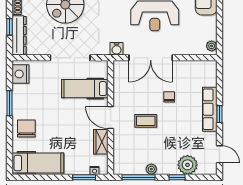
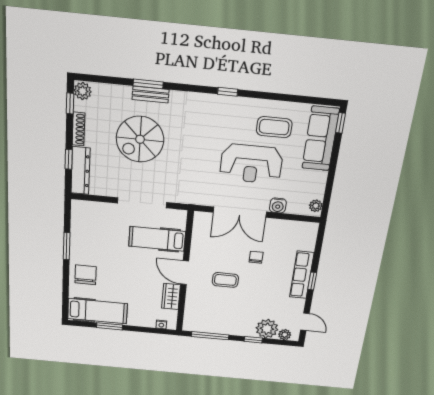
water cooler: (117, 49) -> (278, 205), moved
nightstand: (20, 74) -> (81, 215), removed
plant: (151, 169) -> (285, 335), moved
window: (84, 177) -> (110, 326), moved

